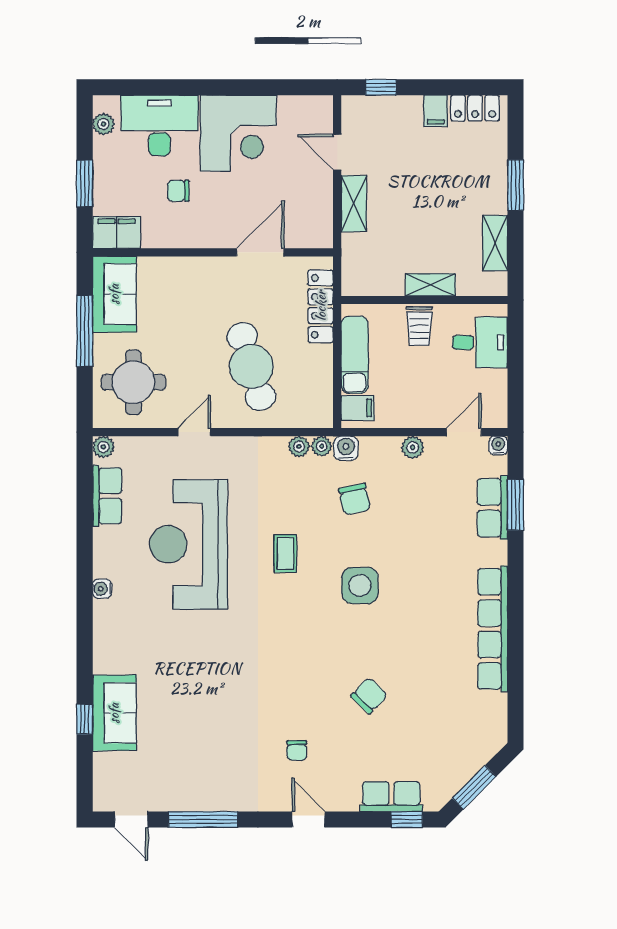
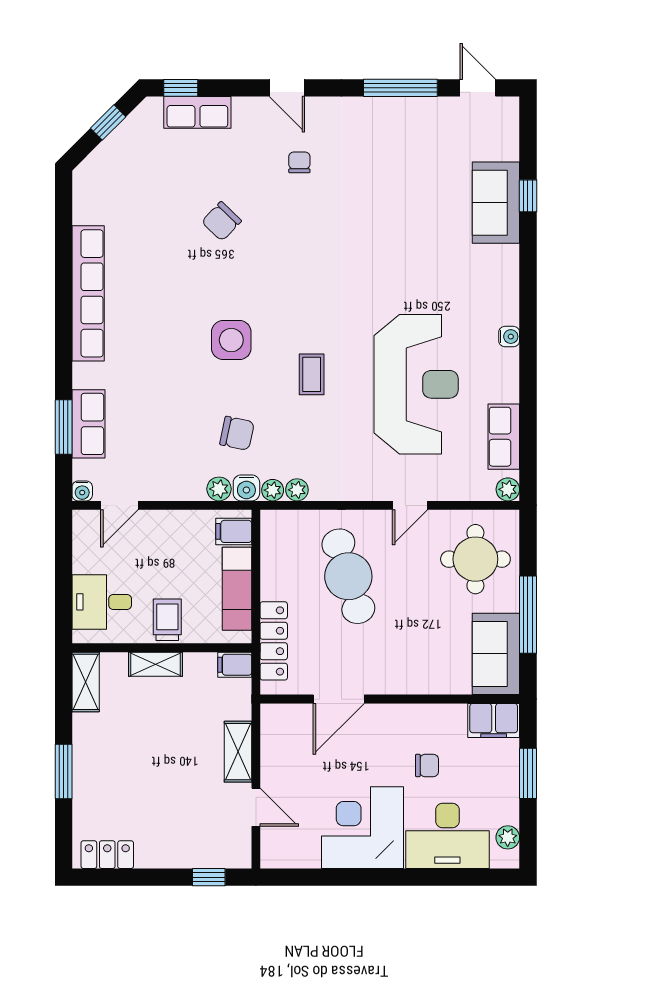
filing cabinet: (436, 111) -> (235, 665), moved, turned -90
shelving: (495, 243) -> (86, 682), moved
plant: (413, 447) -> (219, 489), moved
chair: (355, 499) -> (237, 433), turned 114
window: (474, 787) -> (108, 122), width x0.67

